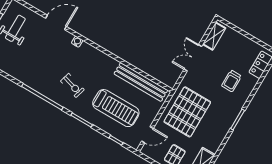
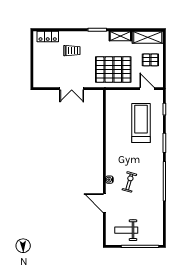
shelving: (214, 36) -> (120, 36), moved
bench: (141, 82) -> (111, 116), removed
exercise bike: (72, 85) -> (129, 182), moved

